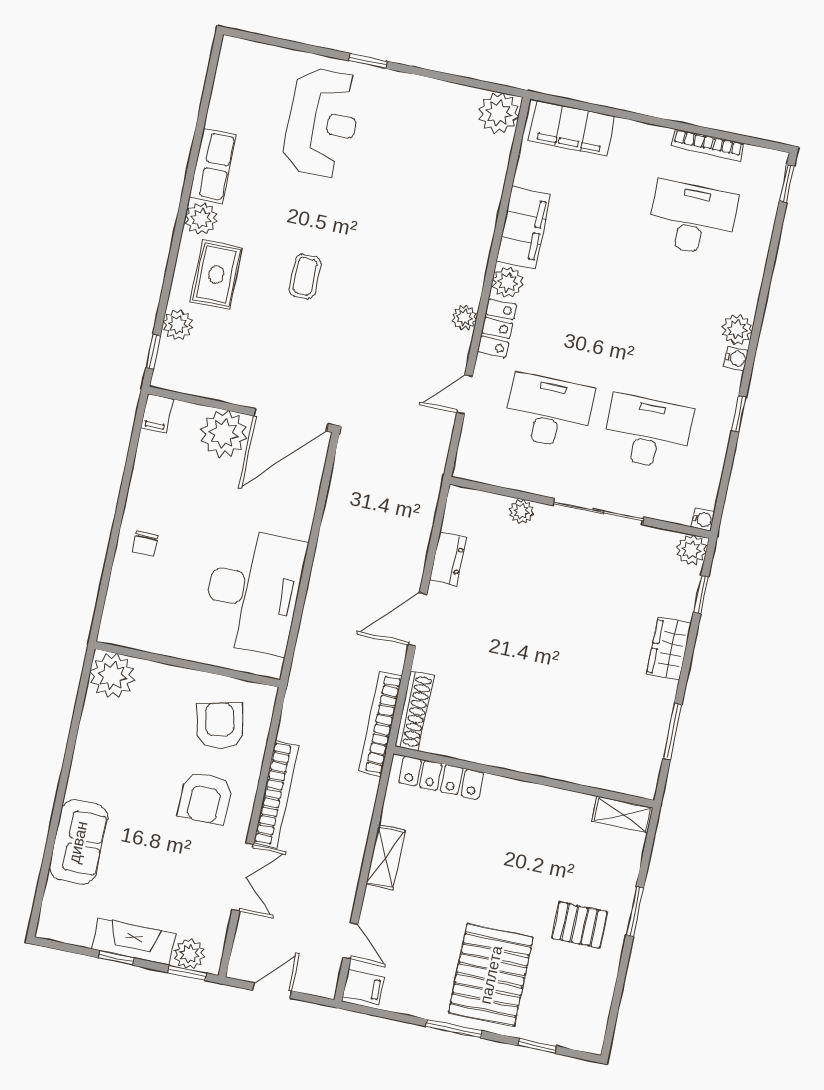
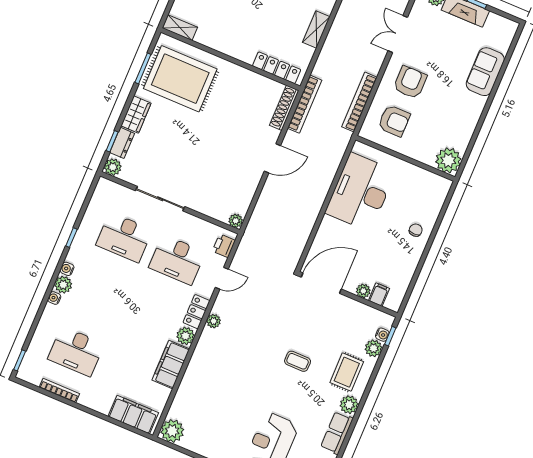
coffee table: (305, 276) -> (298, 361), turned 90
water cooler: (167, 351) -> (382, 335), added
filing cabinet: (157, 413) -> (379, 295), moved
plant: (224, 434) -> (363, 291), width x0.53, depth x0.53
printer: (472, 451) -> (224, 246), added
plant: (521, 512) -> (236, 221), moved
water cooler: (703, 519) -> (54, 298), moved
dresser: (448, 559) -> (122, 143), moved, turned 180
armchair: (220, 726) -> (394, 121), turned -77
rug: (604, 726) -> (180, 79), added
bookcase: (276, 794) -> (359, 102), moved

